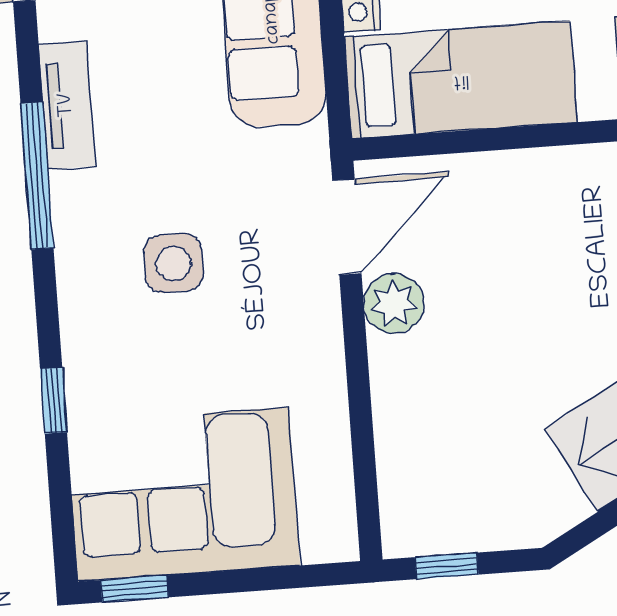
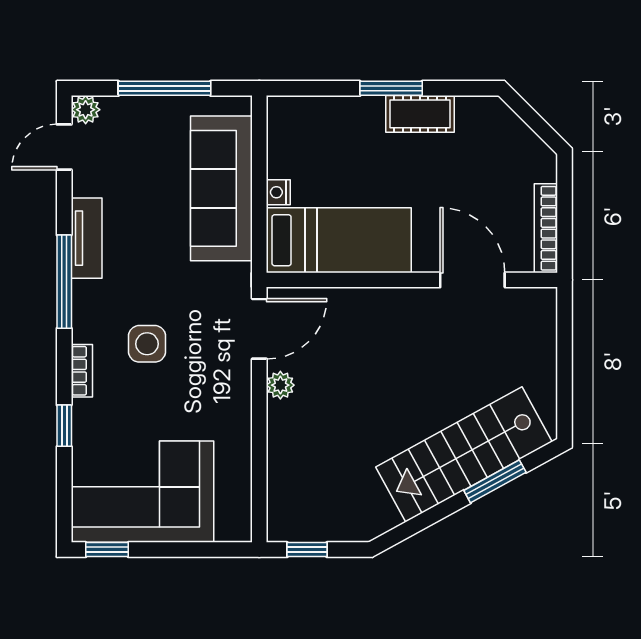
plant: (394, 304) -> (280, 385), width x0.73, depth x0.73
bookcase: (75, 313) -> (82, 371), added

